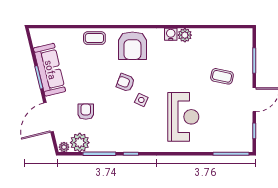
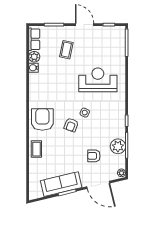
water cooler: (171, 34) -> (34, 68), moved
plant: (185, 35) -> (34, 57), moved
row of seats: (235, 35) -> (34, 39), added
armchair: (132, 46) -> (42, 119), turned -90
plant: (80, 143) -> (118, 146), moved

